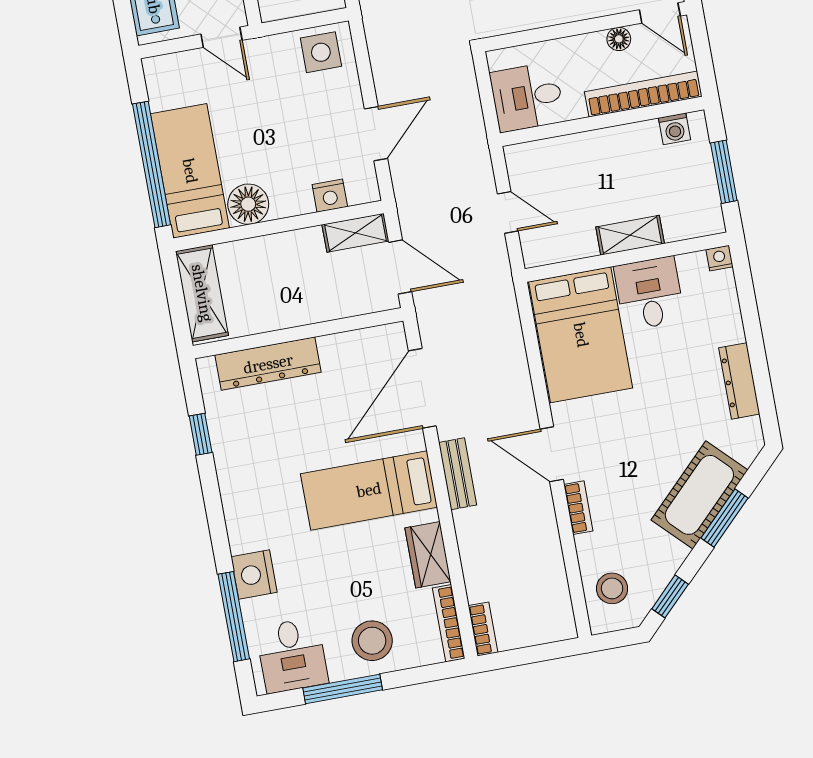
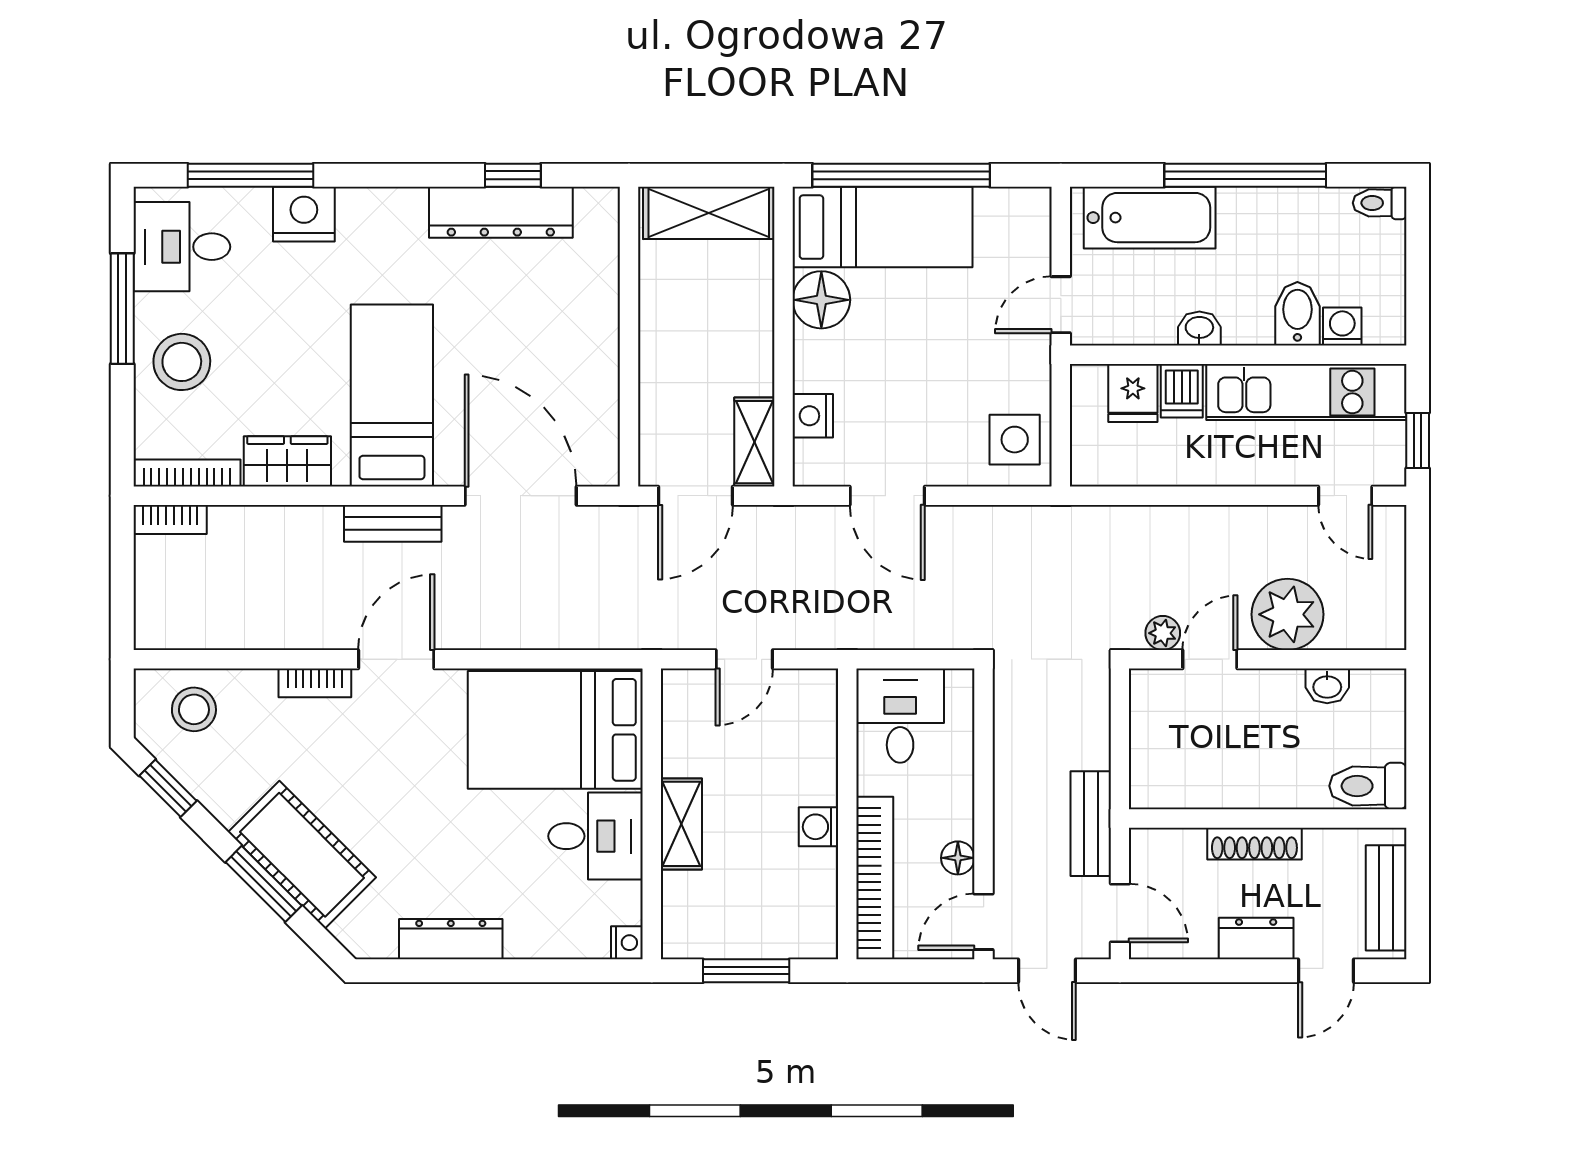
washing machine: (674, 129) -> (819, 827), moved
dresser: (268, 364) -> (501, 212), moved, turned -90

